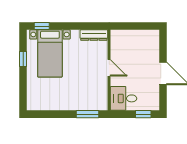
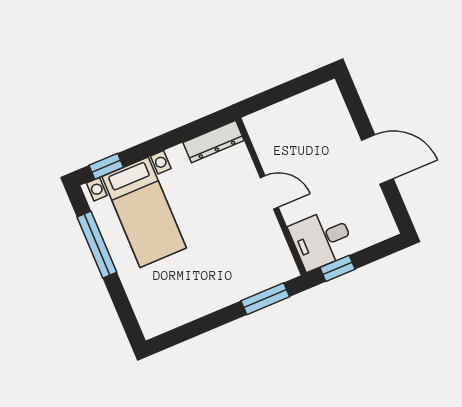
window: (23, 59) -> (97, 245), width x2.17
window: (143, 114) -> (337, 268), moved

